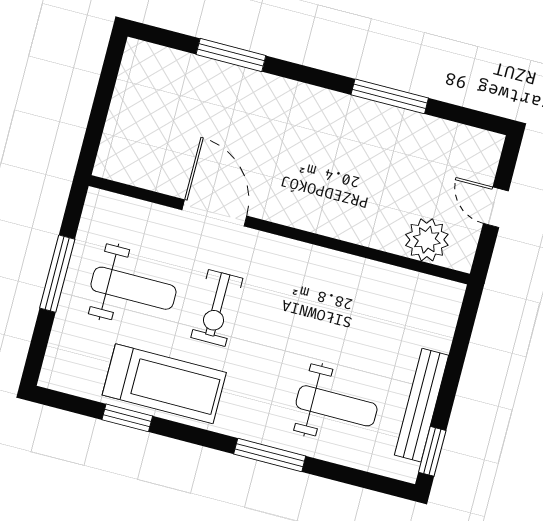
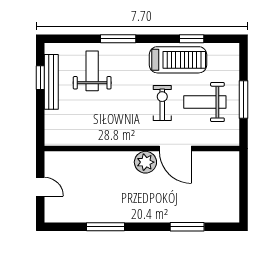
plant: (427, 240) -> (145, 162), moved
treadmill: (164, 384) -> (178, 60), turned 180
weight bench: (337, 406) -> (92, 71), turned 90
window: (432, 451) -> (40, 78), moved

